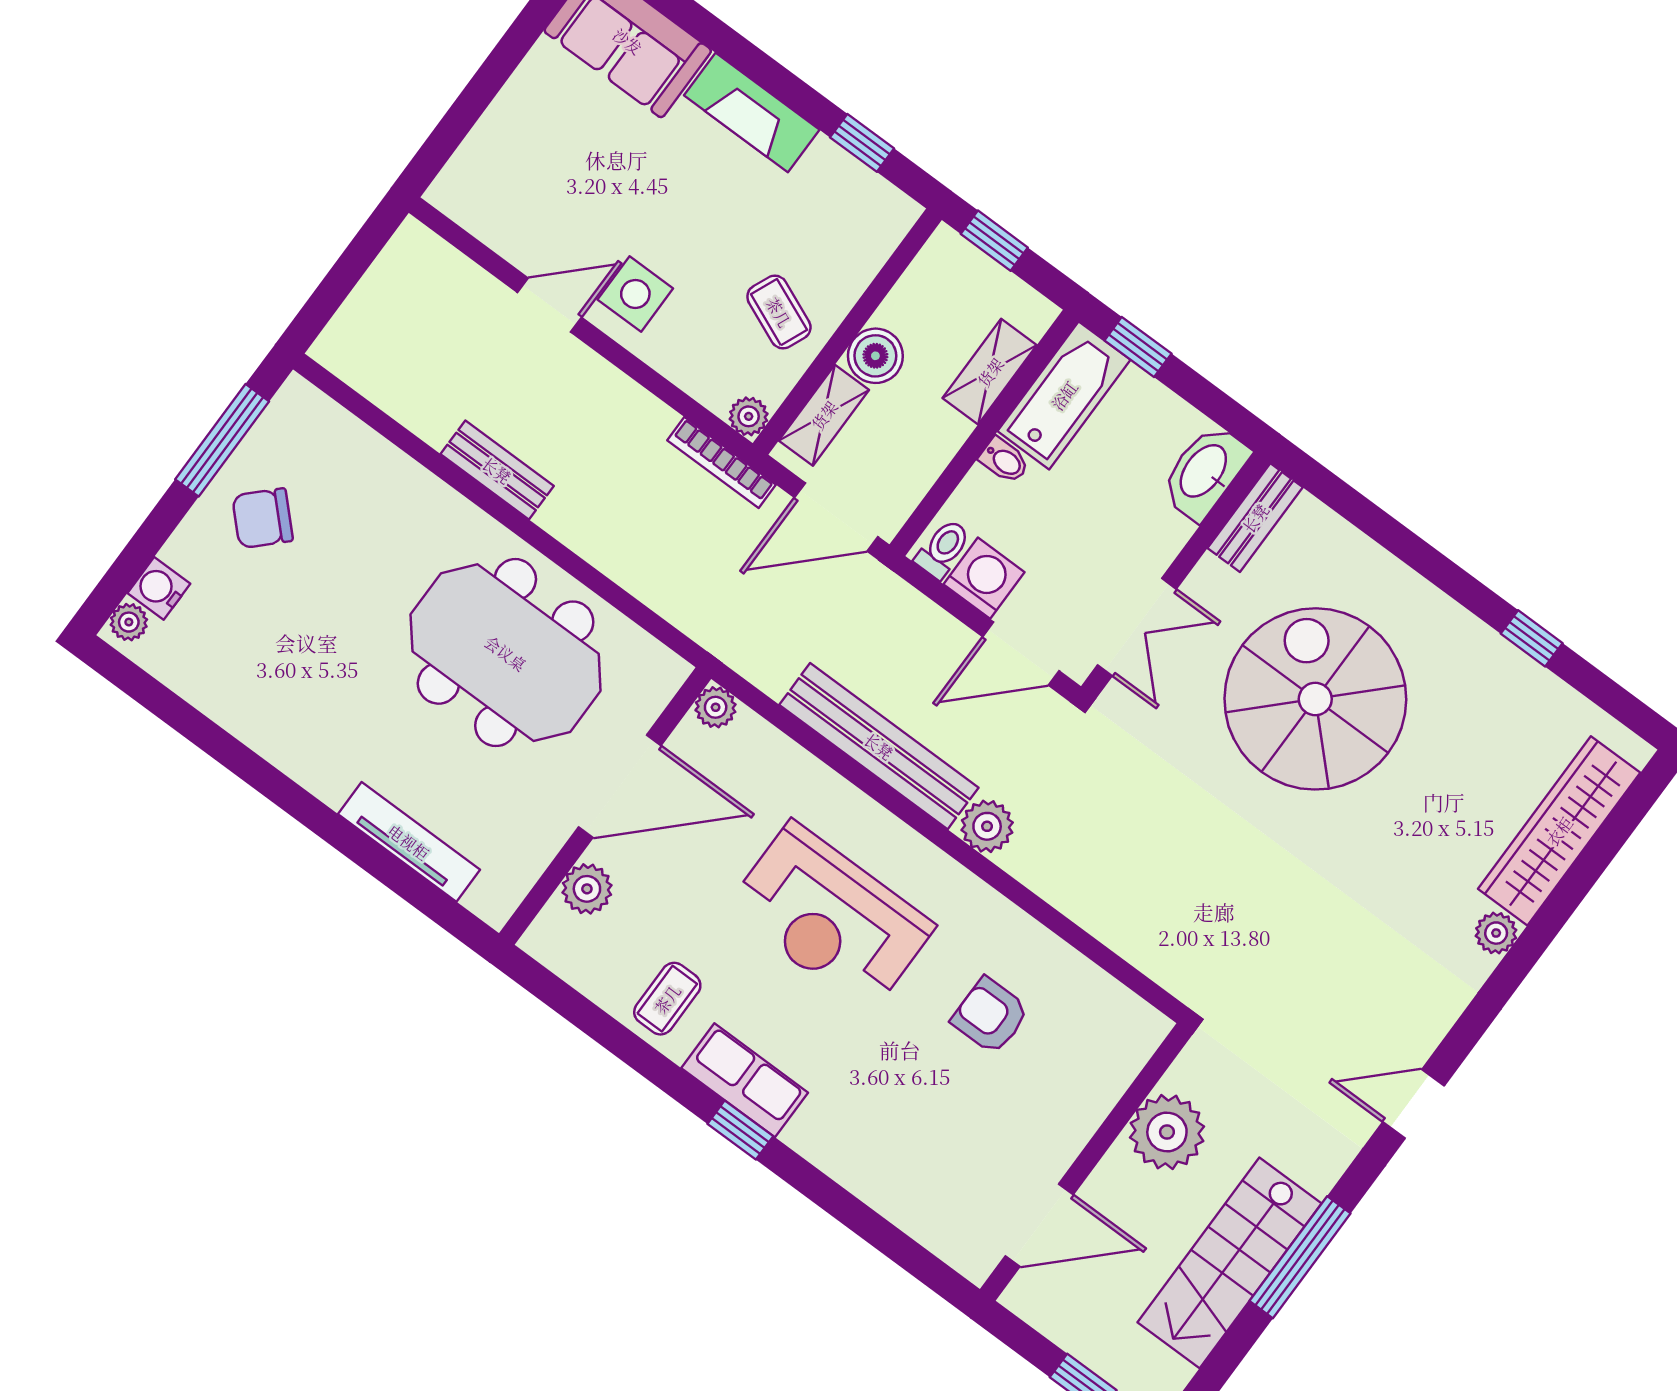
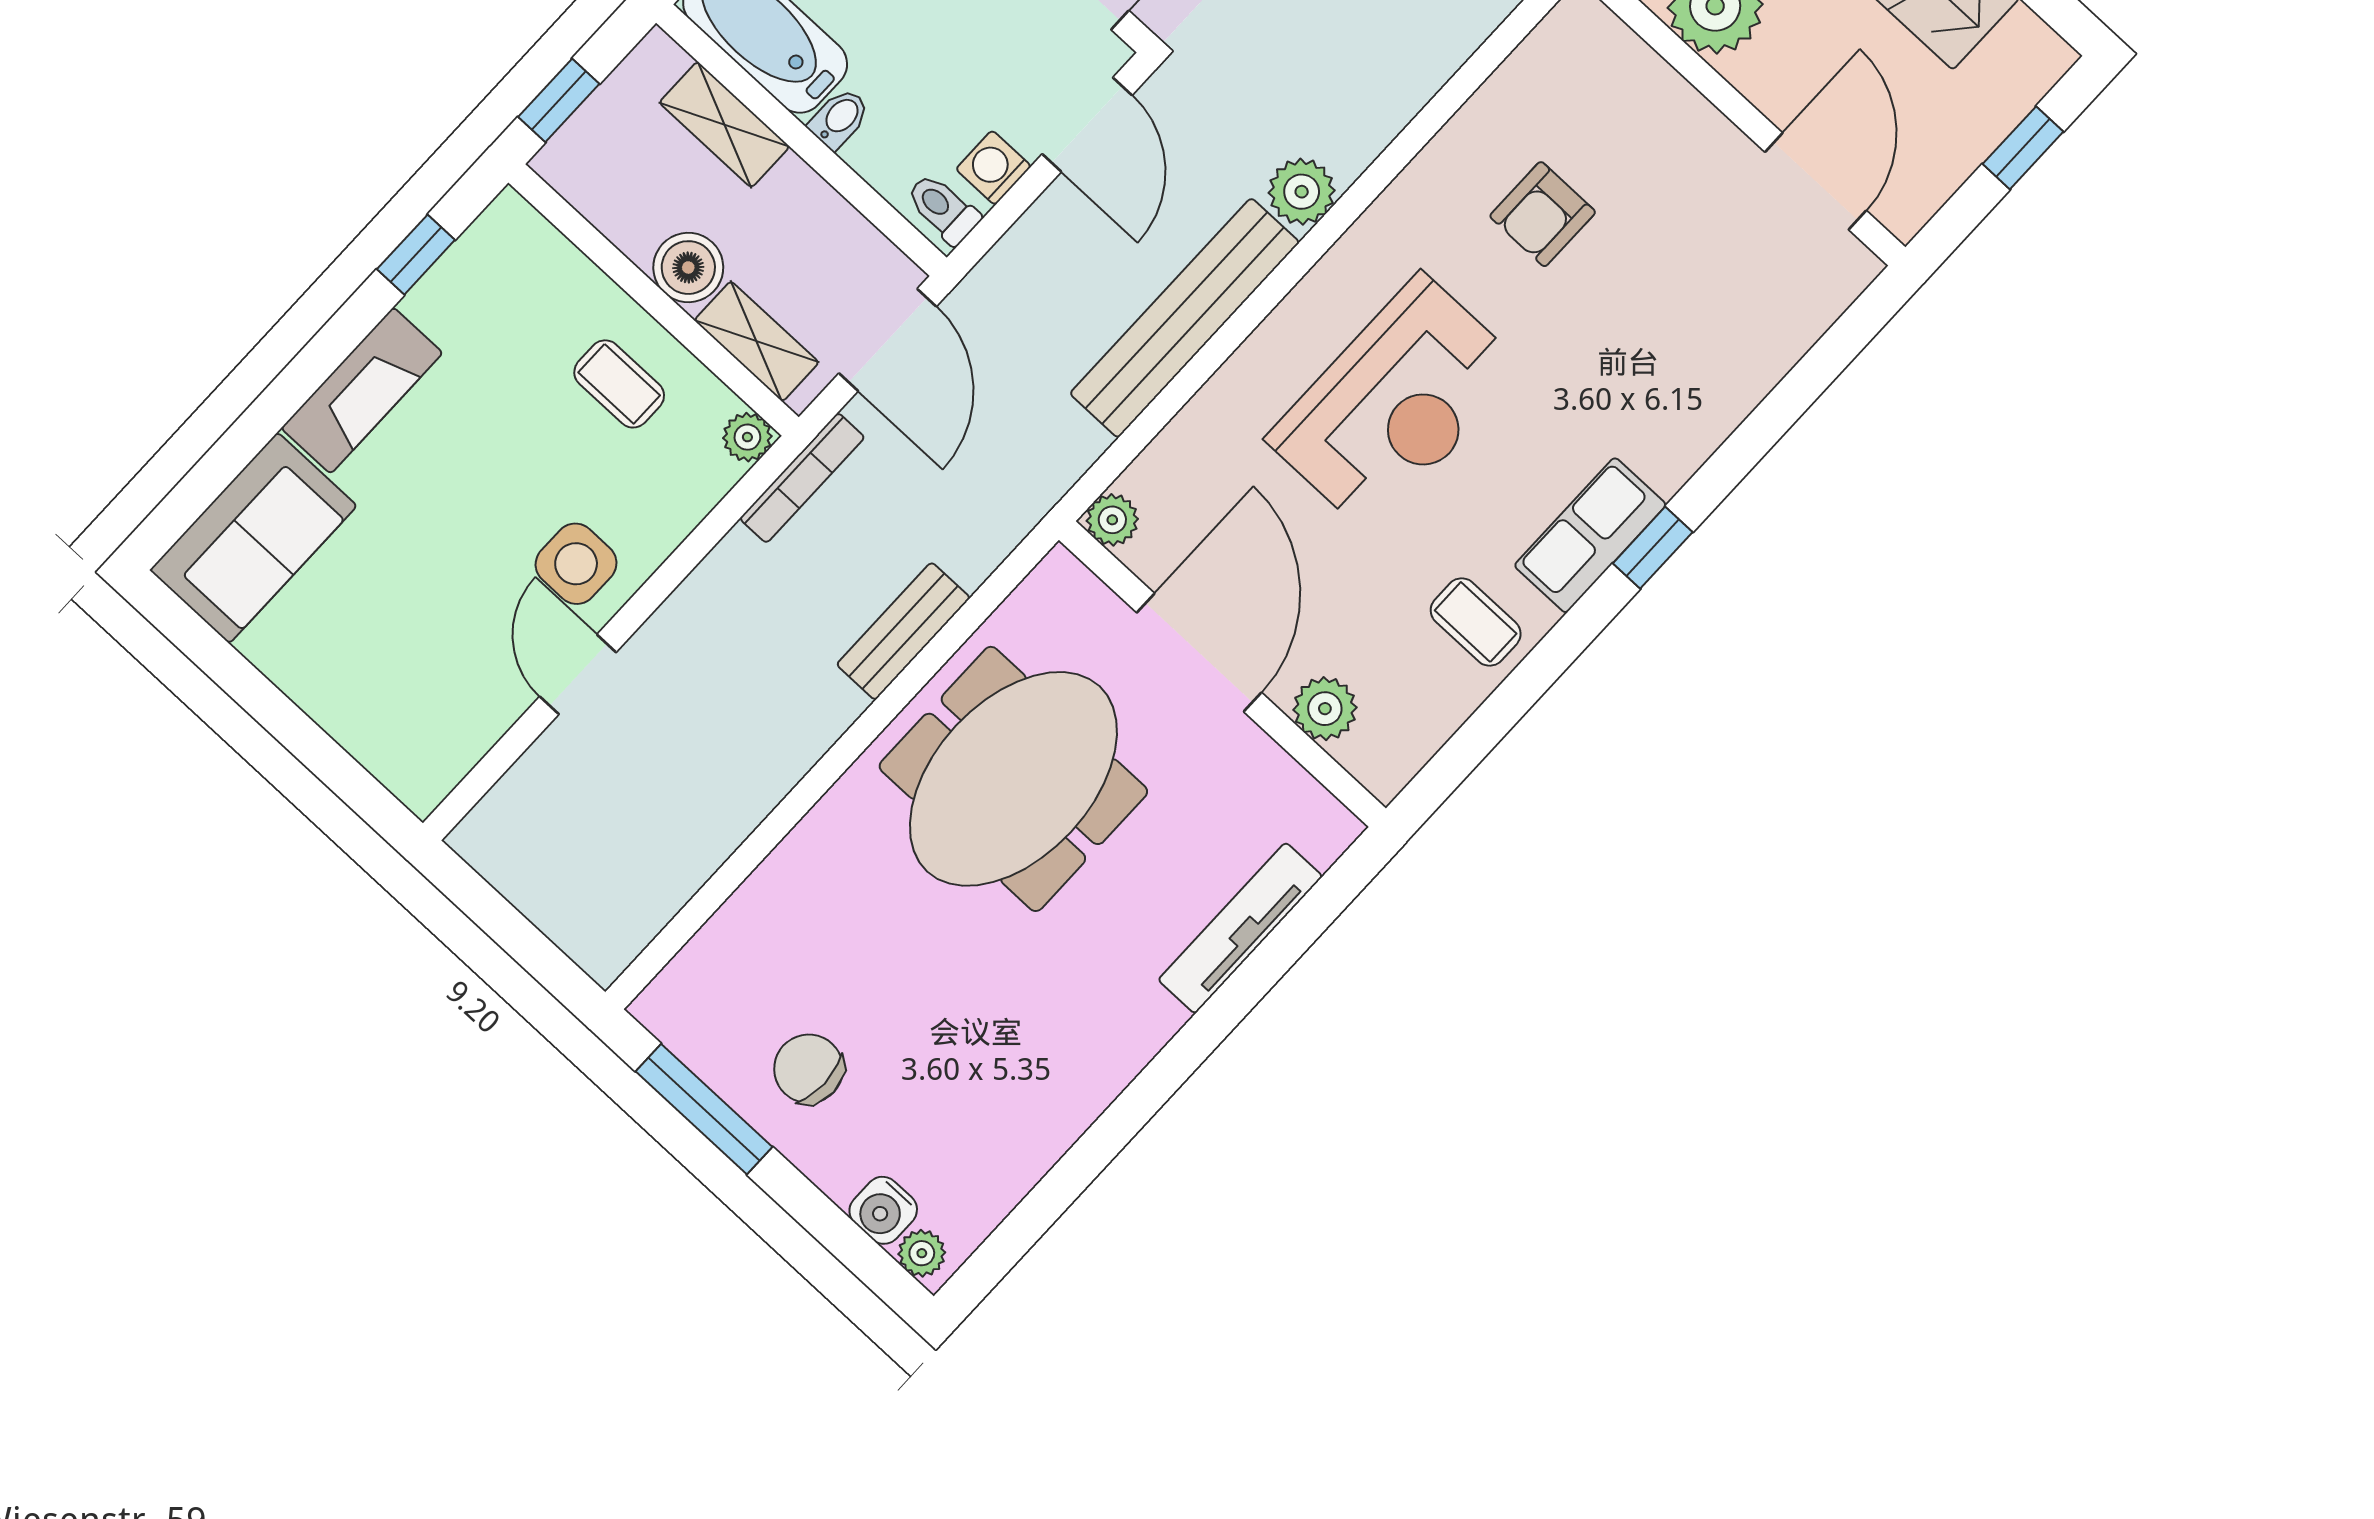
coffee table: (779, 312) -> (619, 384), turned 67
bench: (497, 470) -> (903, 631), moved
chair: (263, 518) -> (809, 1069), turned 135
washing machine: (984, 578) -> (993, 168), width x0.73, depth x0.73

